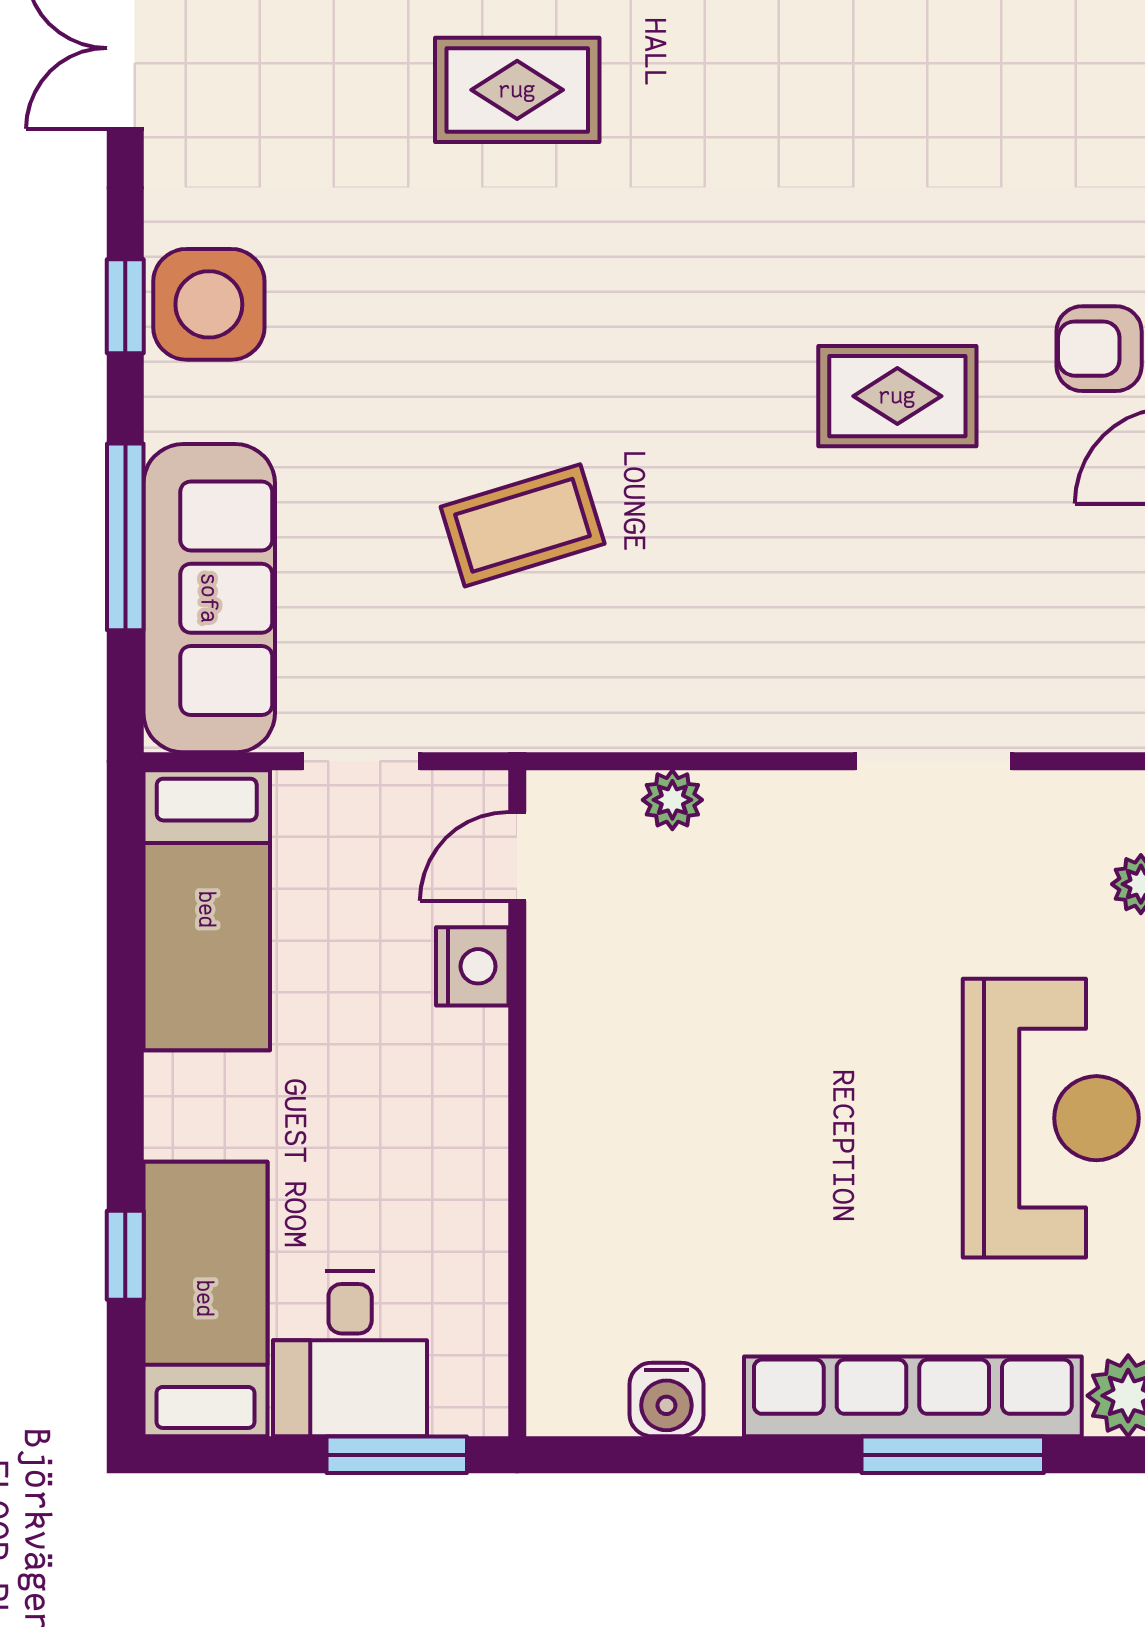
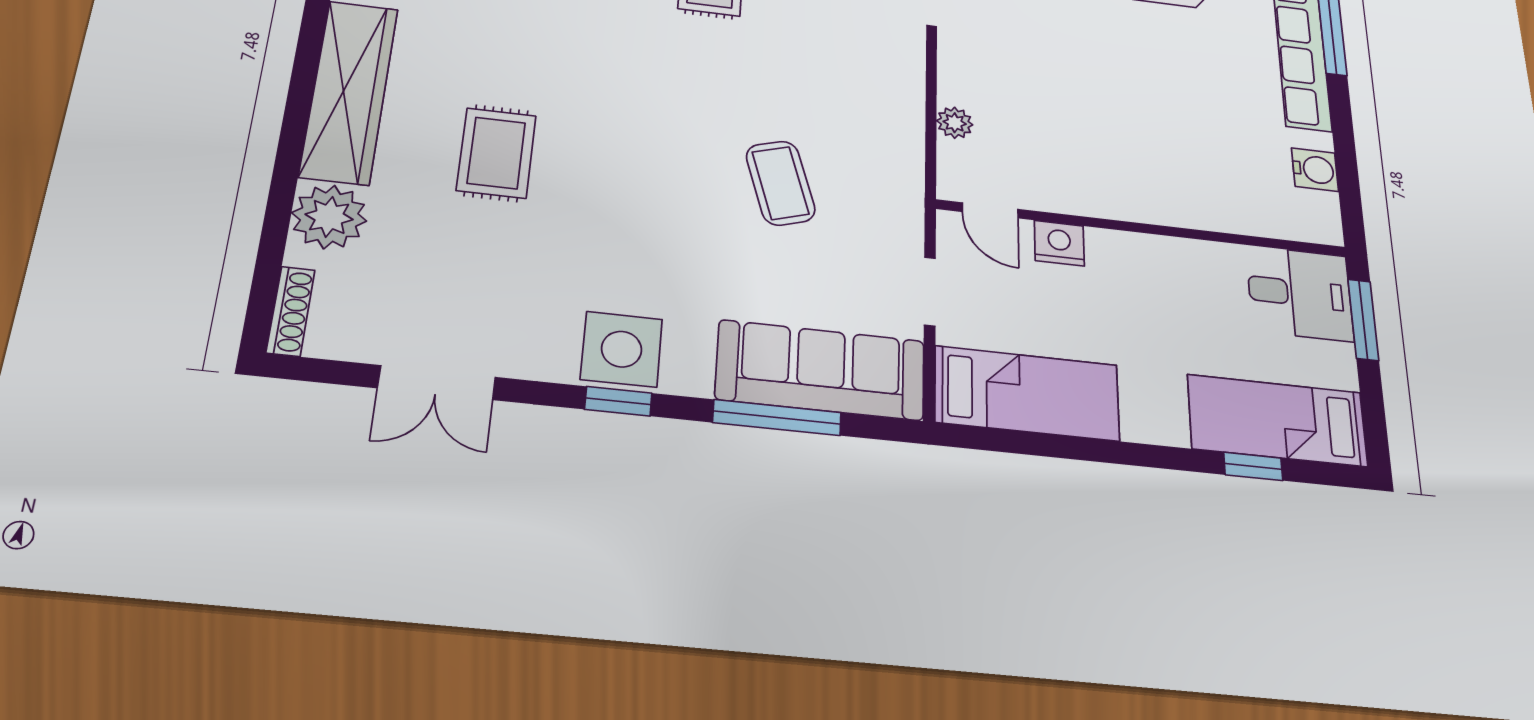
desk: (350, 1353) -> (1300, 293), moved

